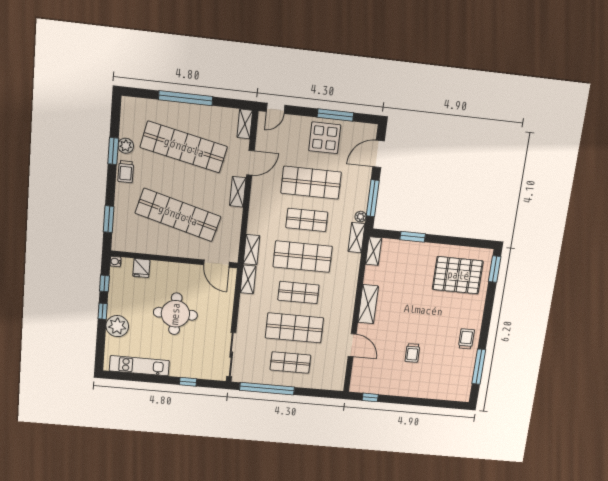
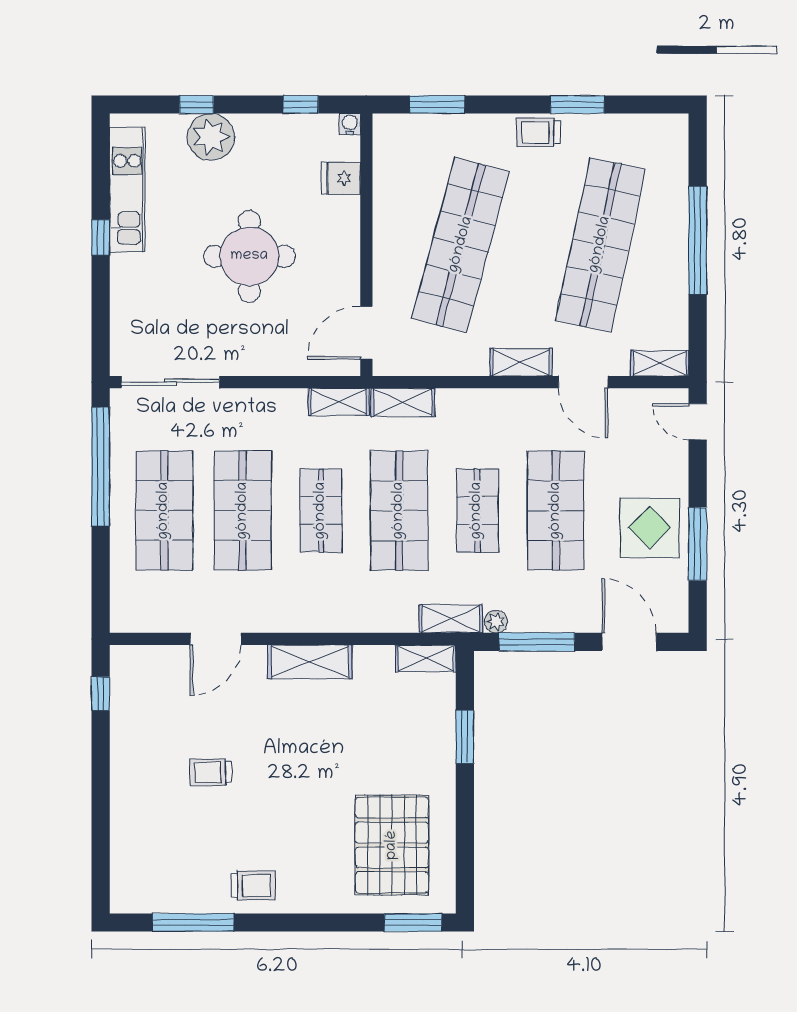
plant: (126, 146) -> (591, 129), removed
window: (103, 311) -> (197, 105), moved
shop shelf: (290, 363) -> (164, 511), width x1.43, depth x1.36
window: (188, 382) -> (101, 237), moved

